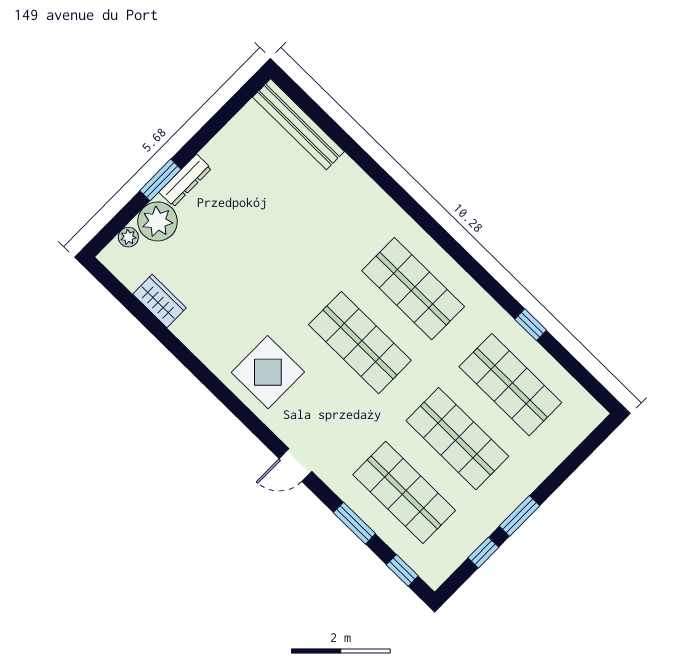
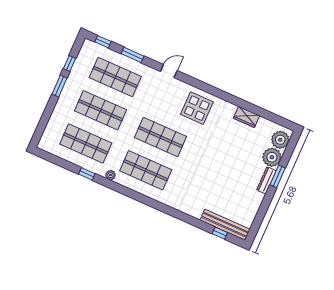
window: (315, 112) -> (220, 233), added
plant: (128, 237) -> (280, 140), width x1.87, depth x1.87
wardrobe: (160, 301) -> (247, 117), moved
plant: (485, 305) -> (110, 175), added

